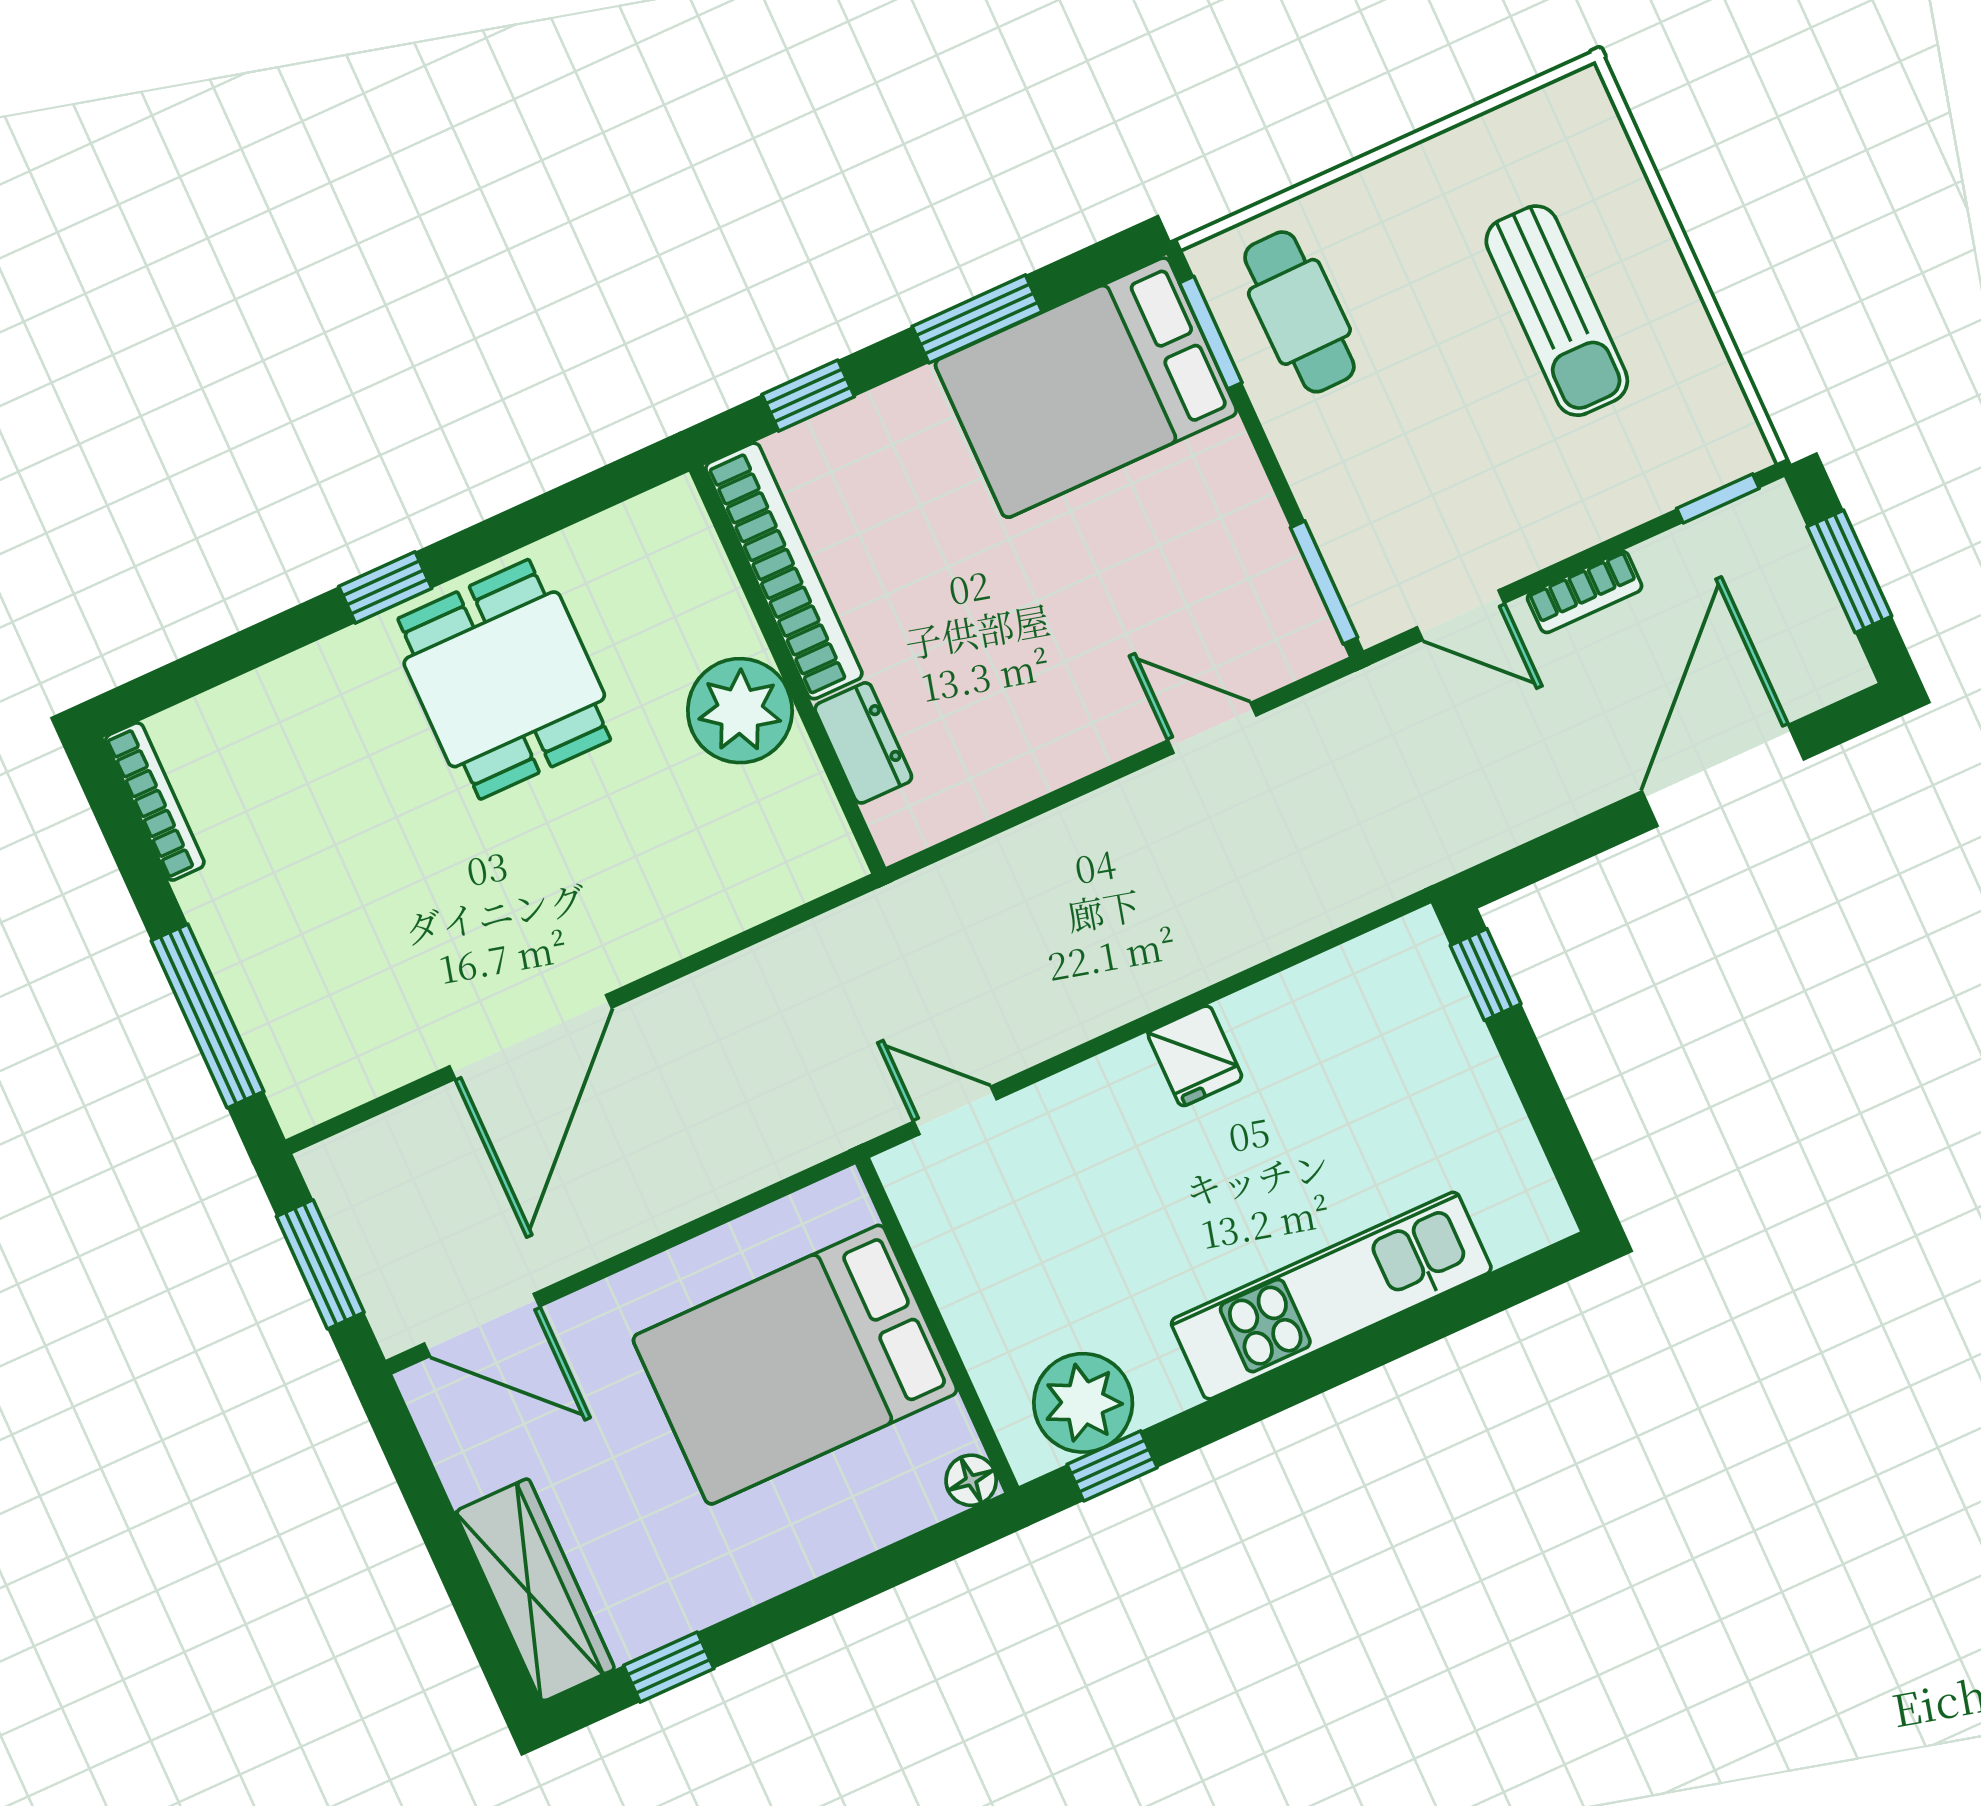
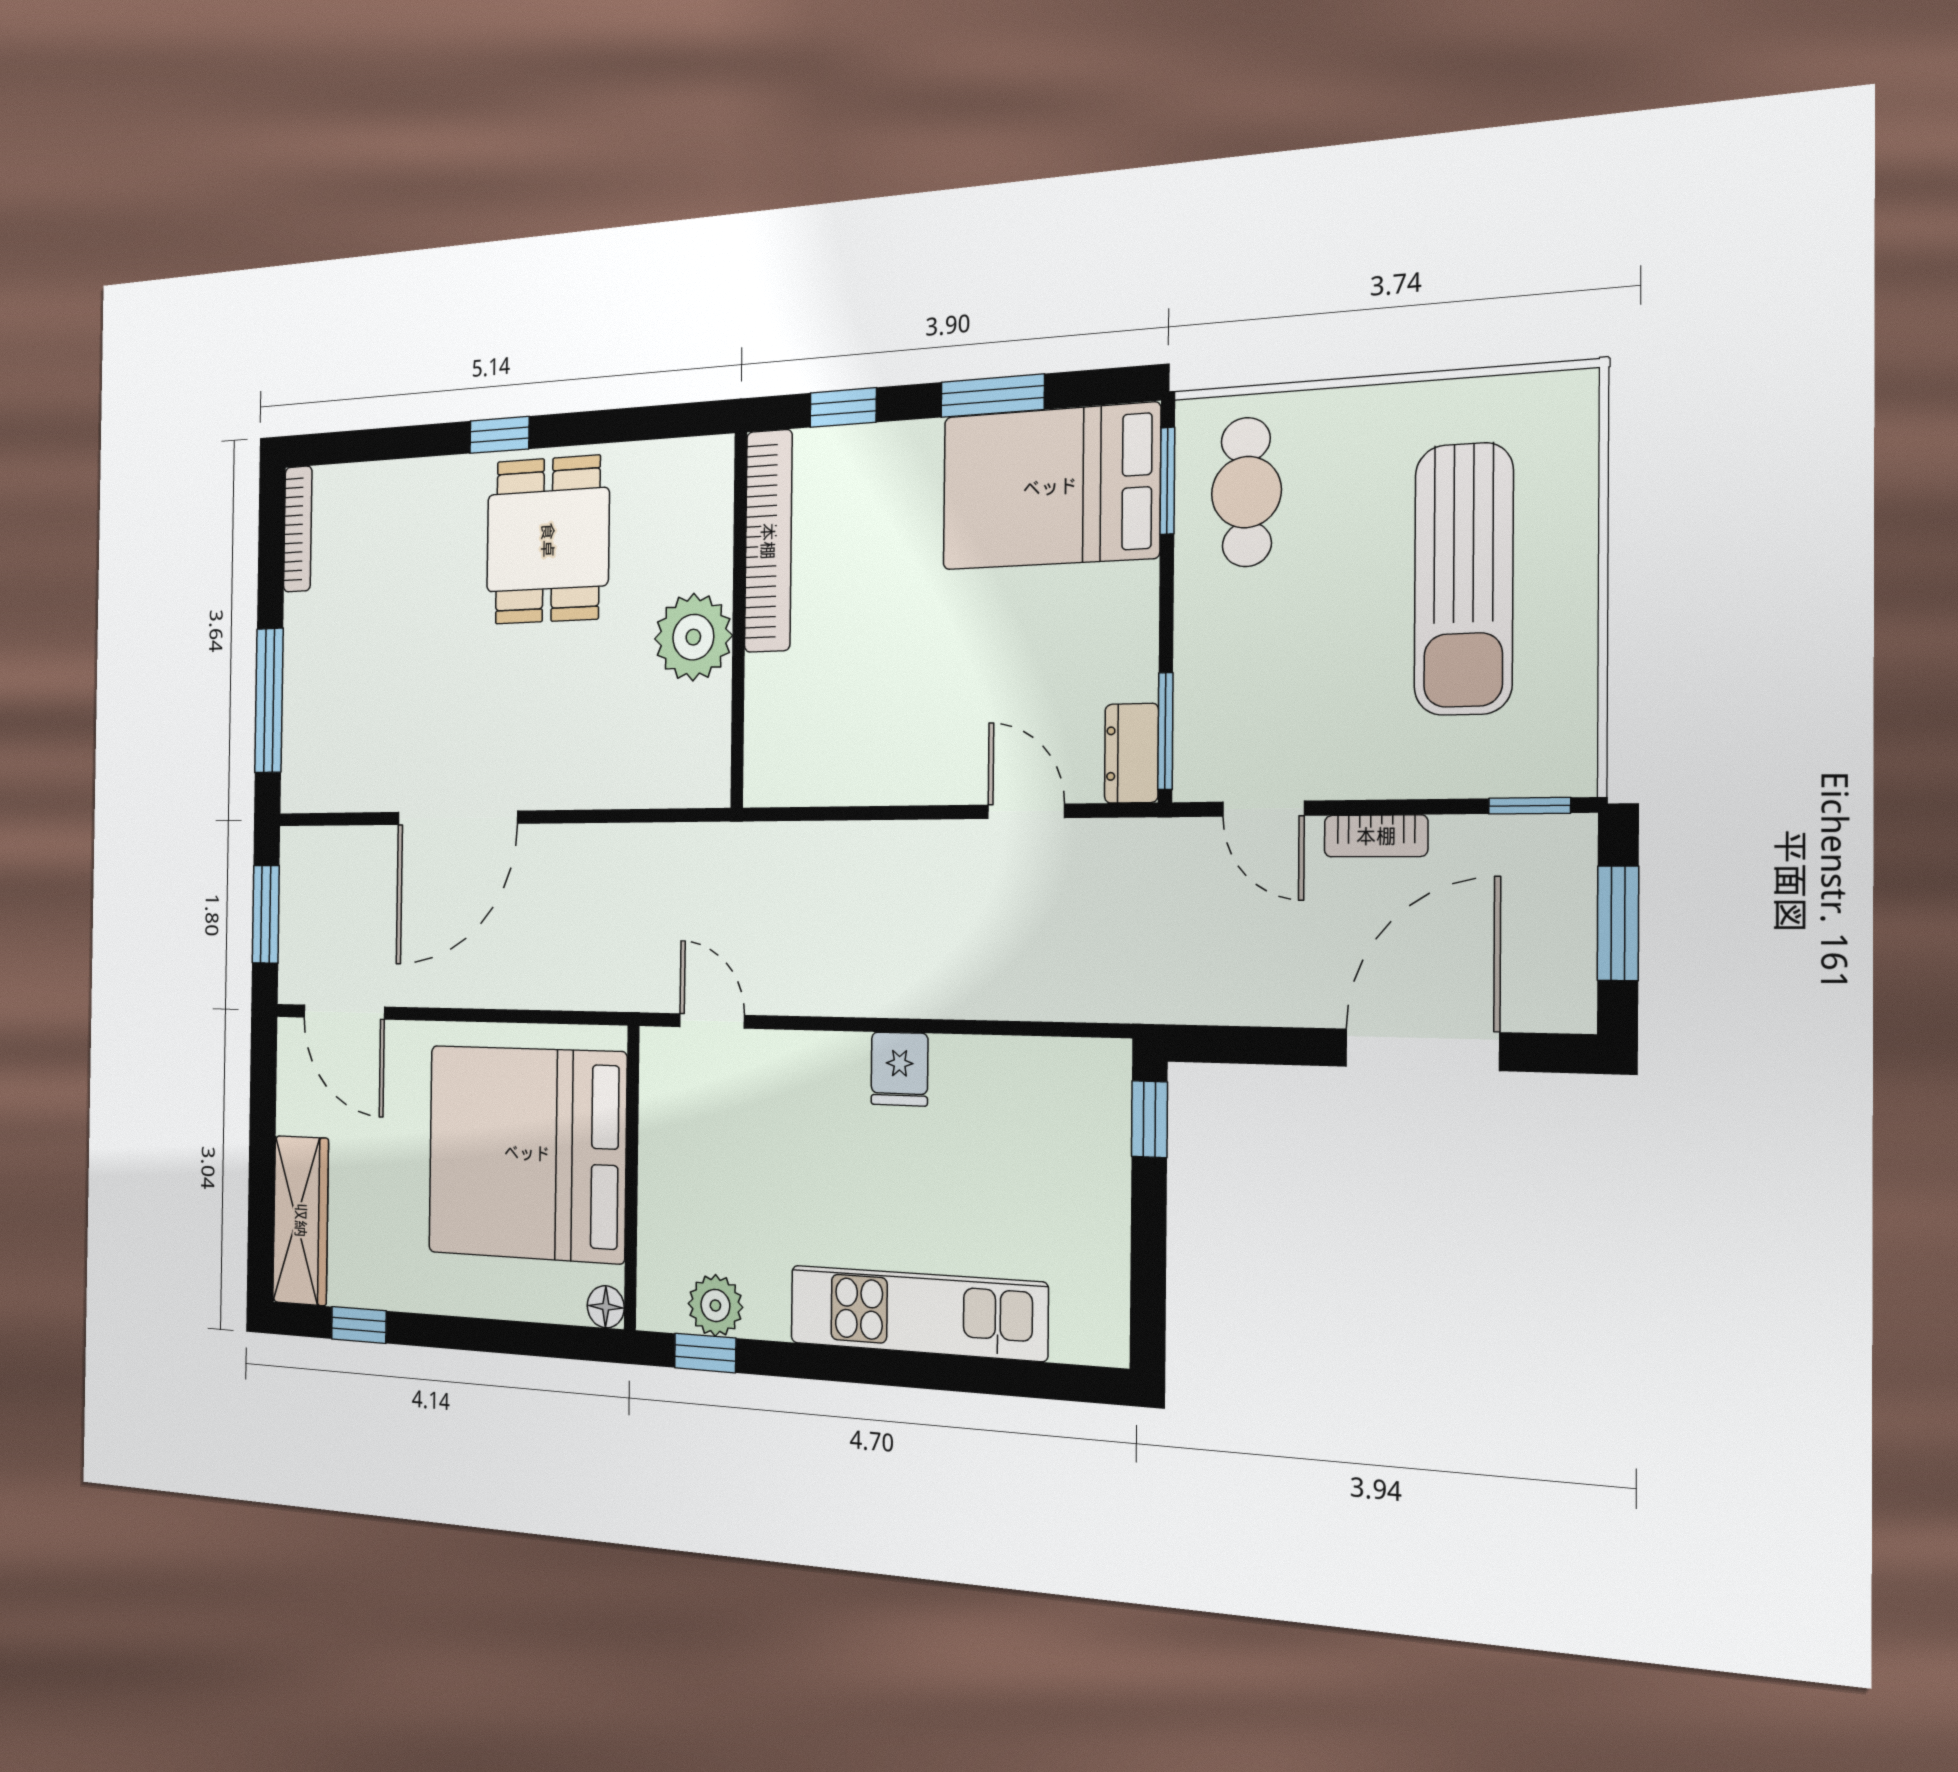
sun lounger: (1557, 311) -> (1464, 579), width x1.36, depth x1.34
dresser: (863, 743) -> (1132, 753), moved, turned 180
bed: (795, 1365) -> (527, 1153), width x1.36
plant: (1083, 1403) -> (715, 1305), width x0.73, depth x0.73

